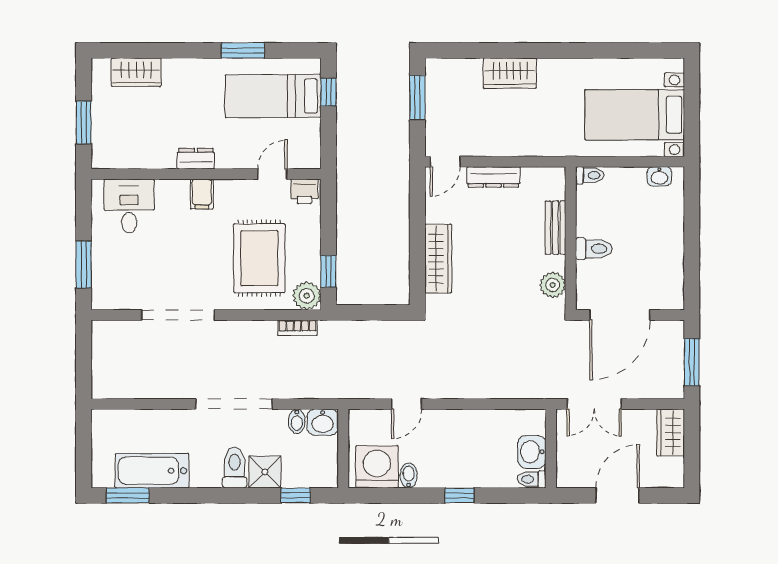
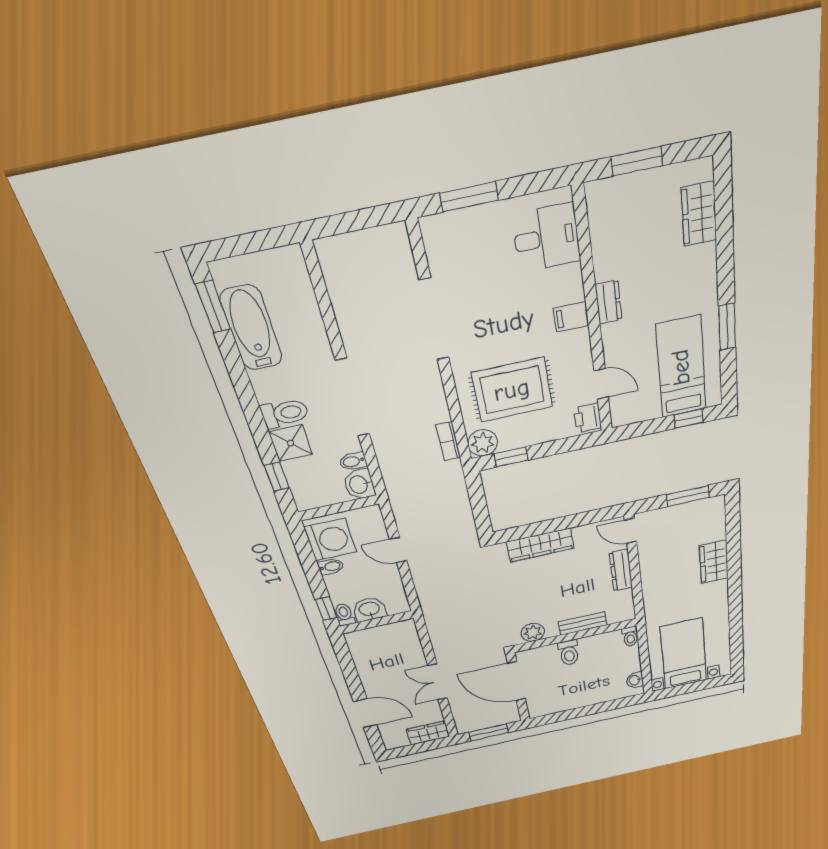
wall: (551, 448) -> (377, 622), moved
washbasin: (532, 452) -> (369, 609), moved
toilet: (532, 479) -> (344, 615), moved

